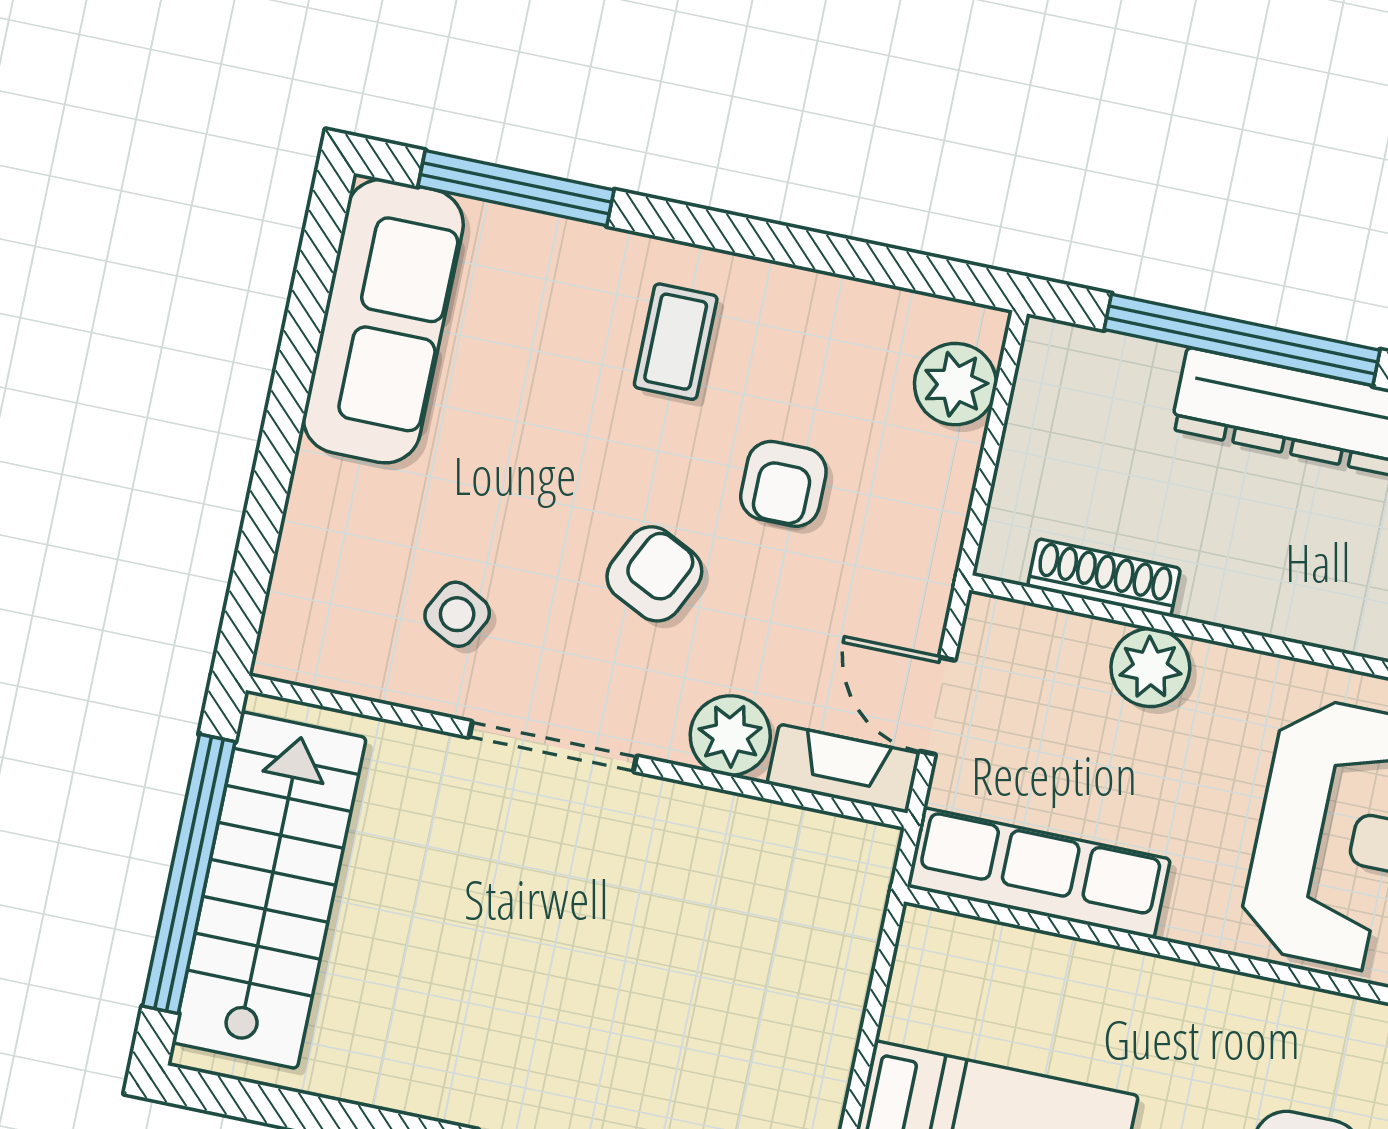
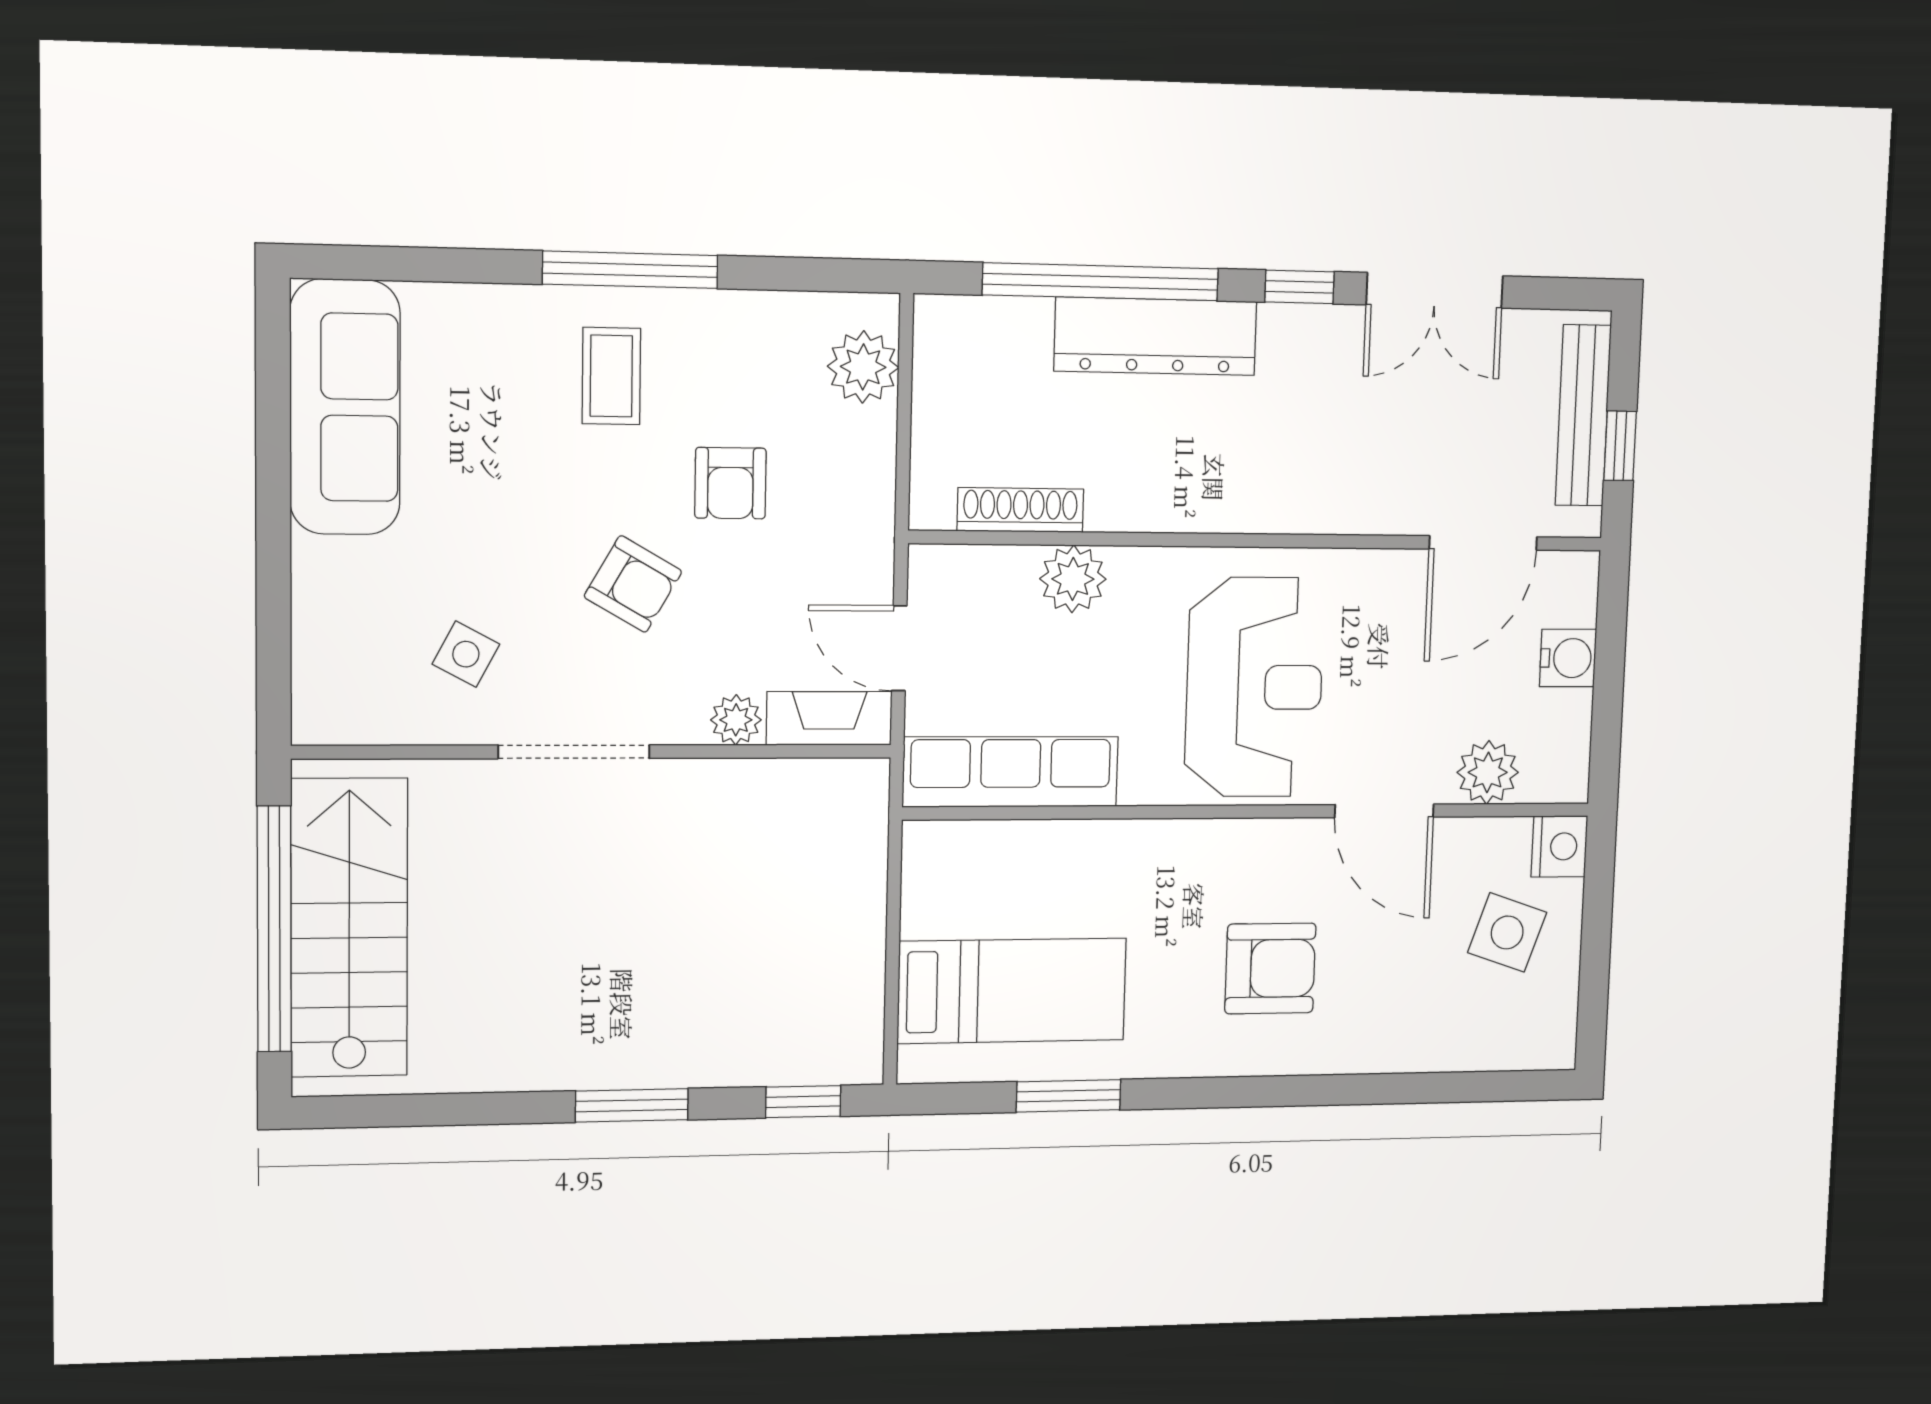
window: (516, 188) -> (630, 270), moved
armchair: (654, 574) -> (633, 584), turned 94
plant: (730, 736) -> (736, 720), width x0.73, depth x0.73

